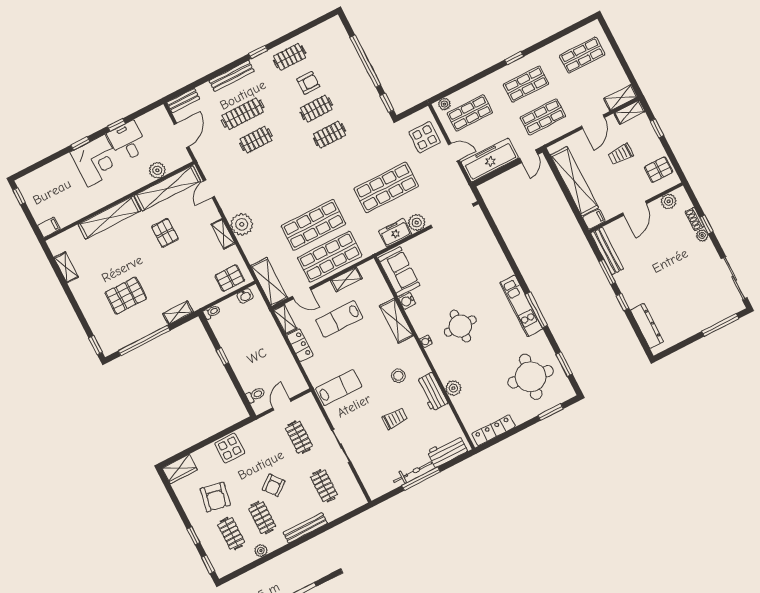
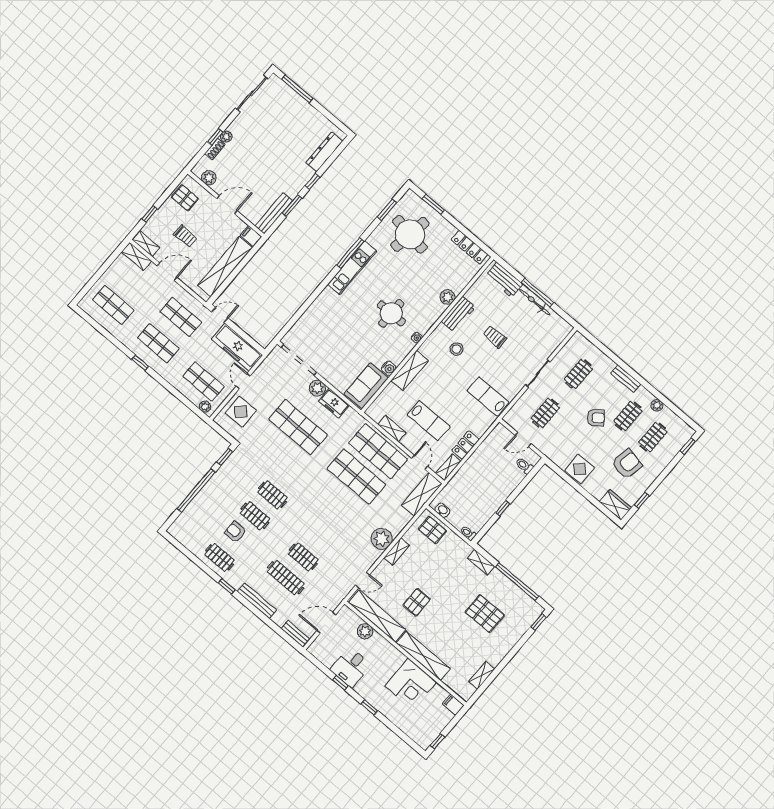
corner desk: (96, 161) -> (411, 684), moved, turned 180
bench: (305, 528) -> (626, 379), width x0.73
window: (193, 536) -> (642, 500), moved

